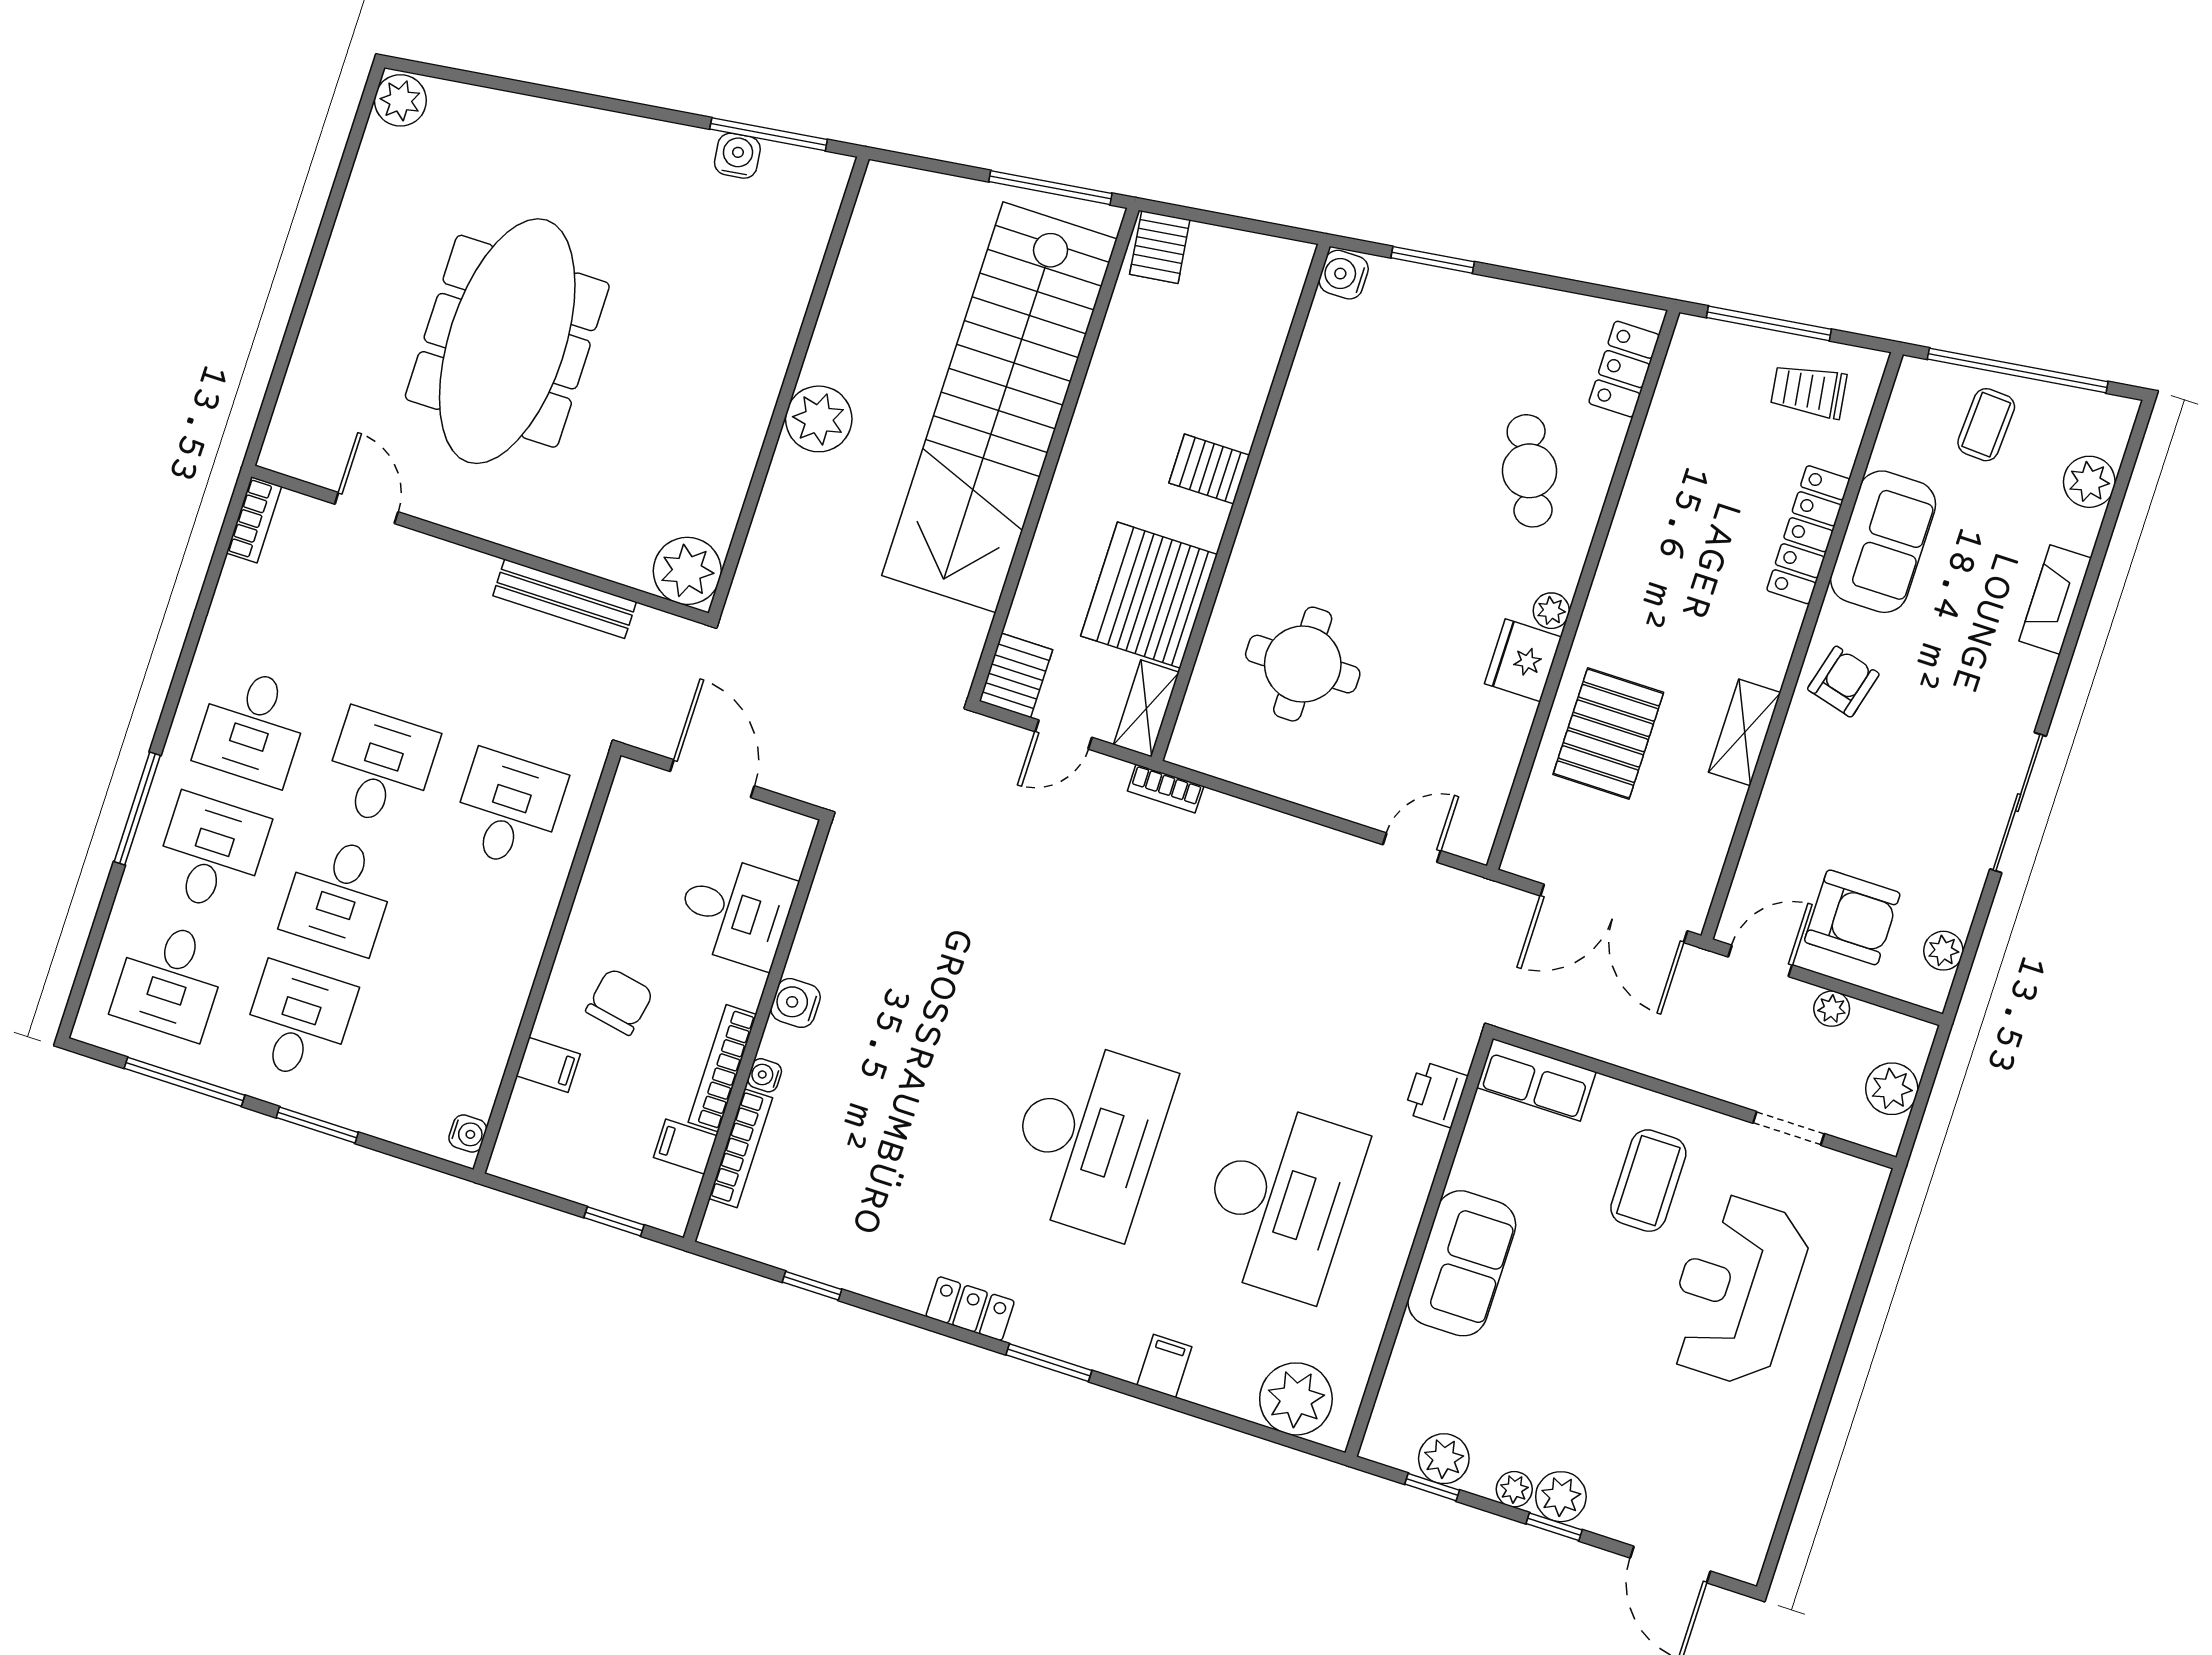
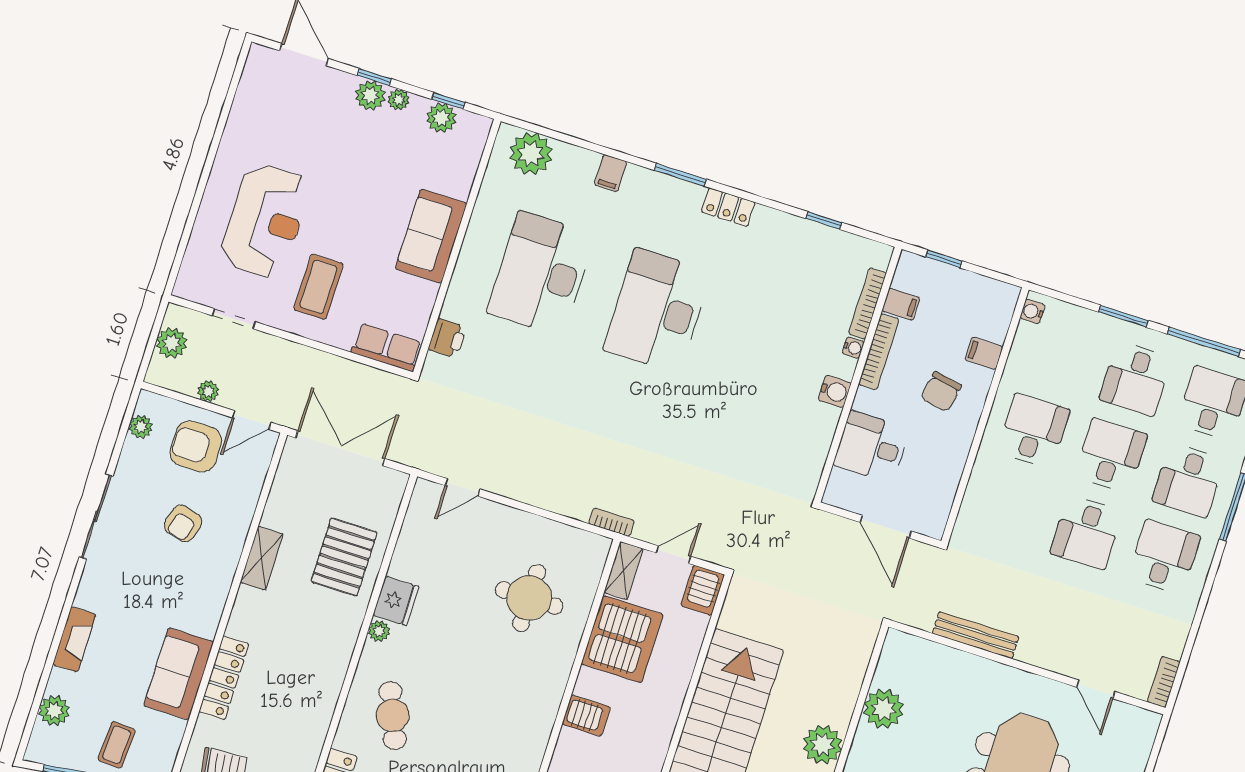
plant: (687, 571) -> (884, 709), moved
armchair: (1843, 682) -> (183, 523), moved
desk: (508, 809) -> (1033, 431), moved, turned 180

